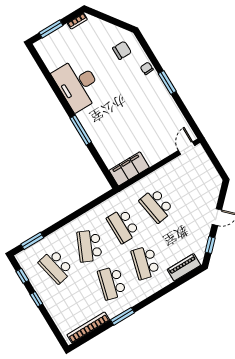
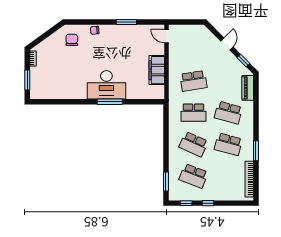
window: (167, 83) -> (126, 22), moved
desk: (78, 84) -> (106, 85), moved
filing cabinet: (129, 169) -> (157, 70), moved
school desk: (56, 266) -> (193, 176), turned 33

